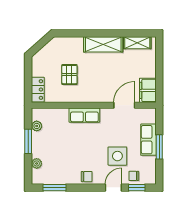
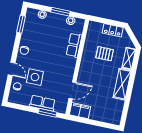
shelving: (137, 43) -> (129, 58), moved
locker: (38, 90) -> (113, 30), moved
door: (124, 105) -> (72, 90), hinge flipped
row of seats: (84, 115) -> (74, 45), moved
window: (159, 147) -> (48, 113), moved
window: (137, 188) -> (8, 87), removed

